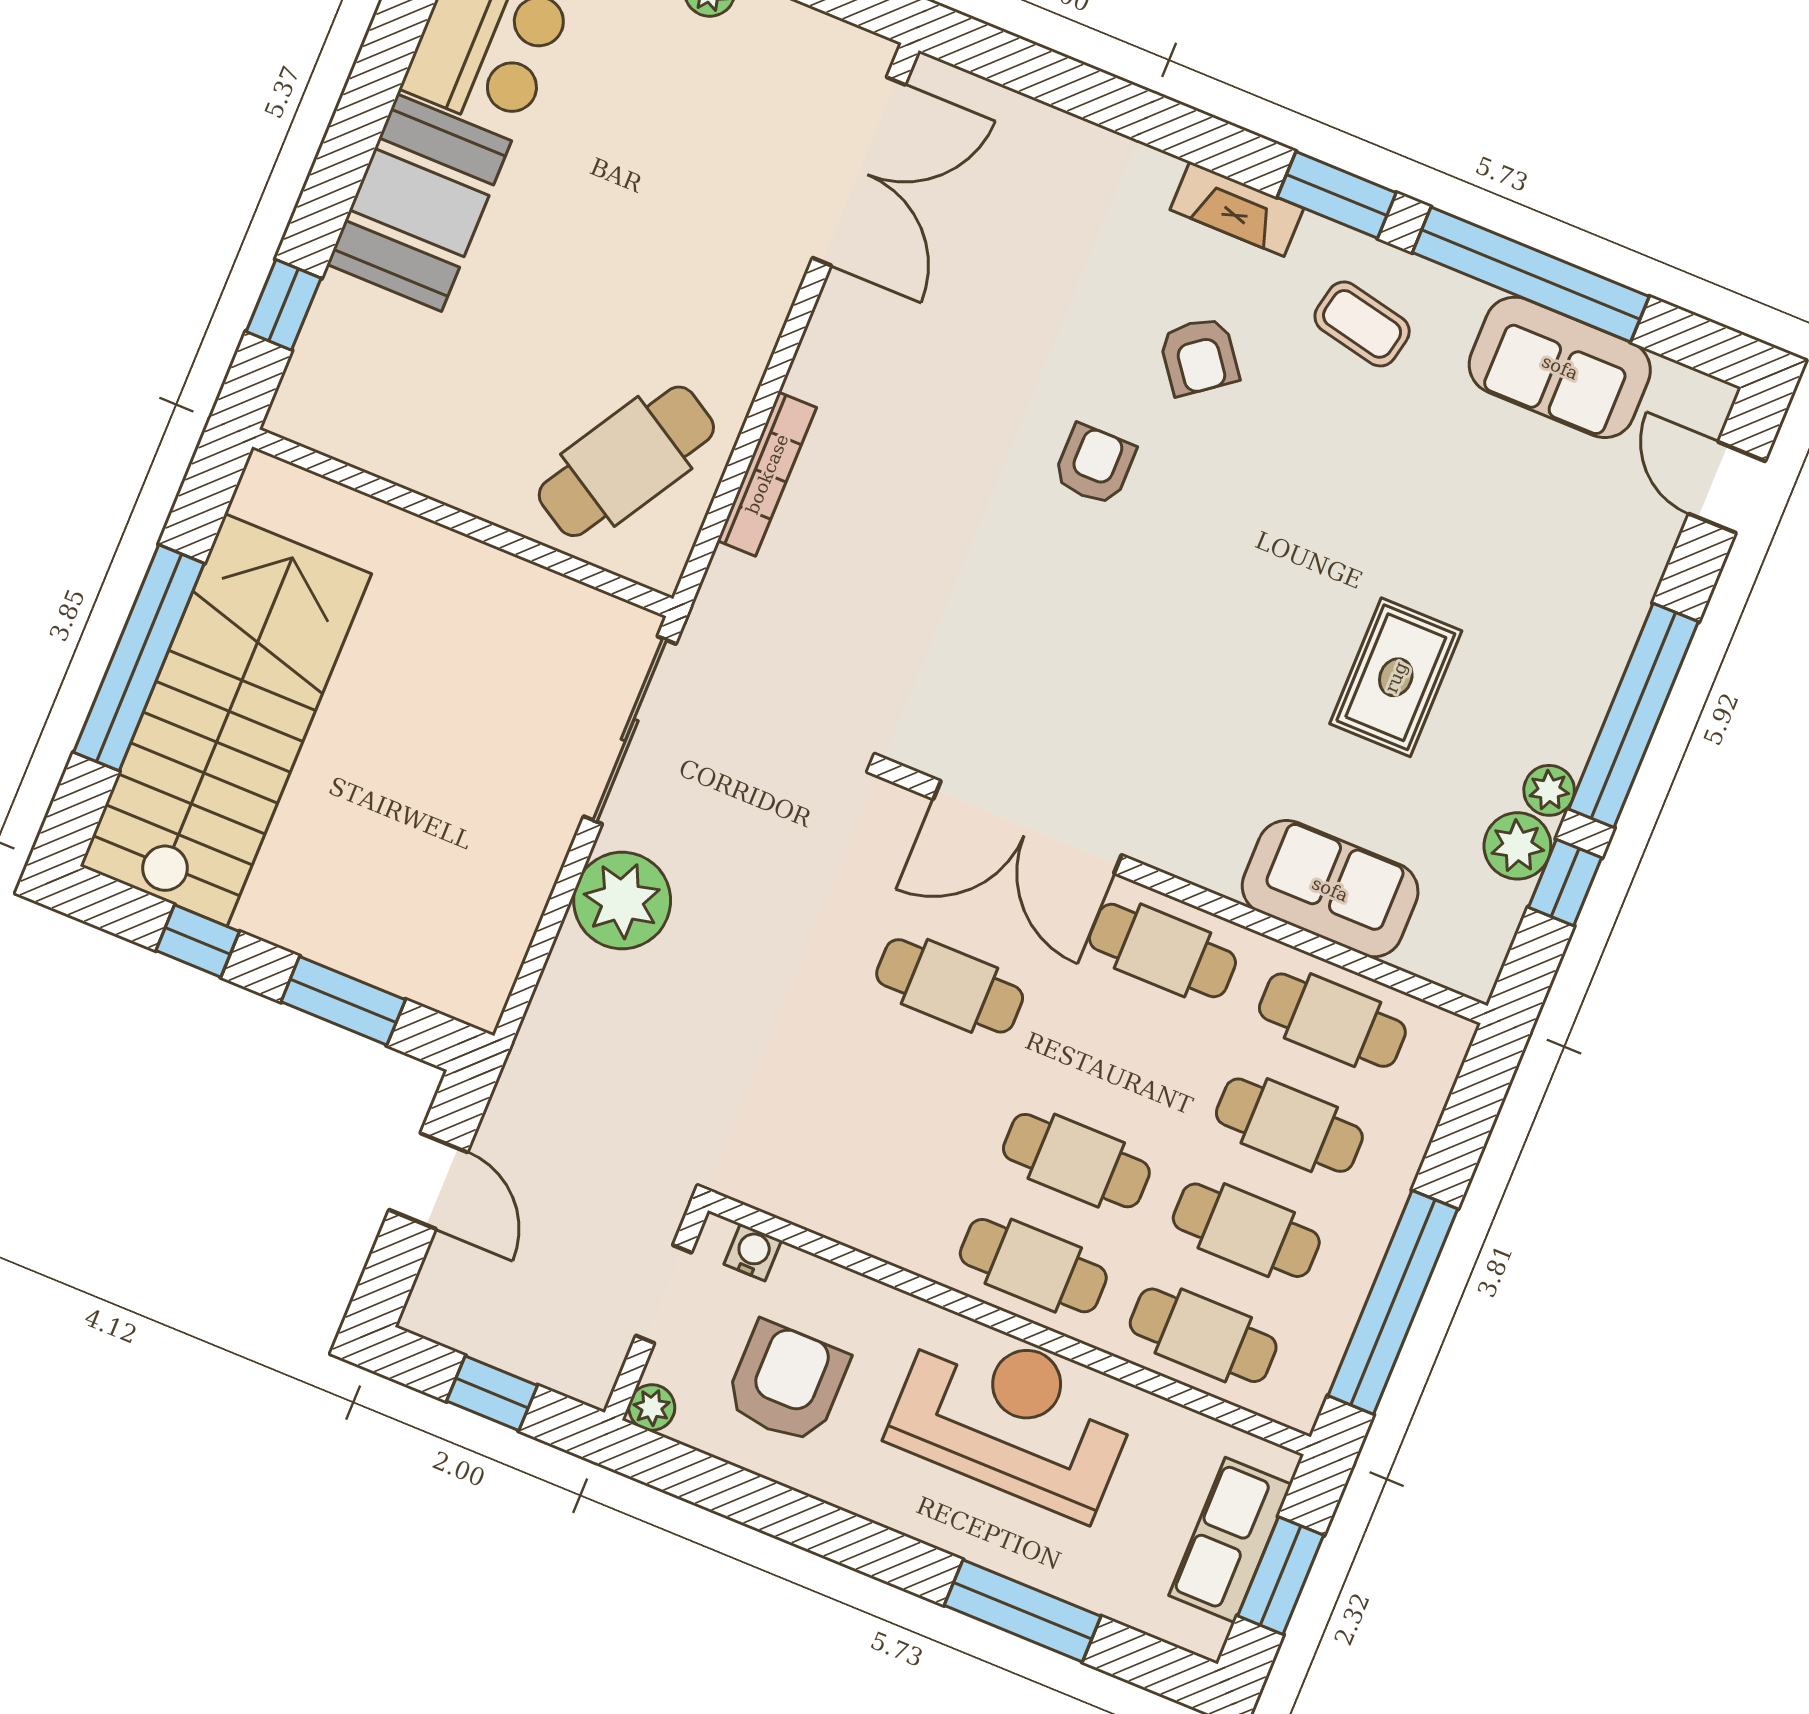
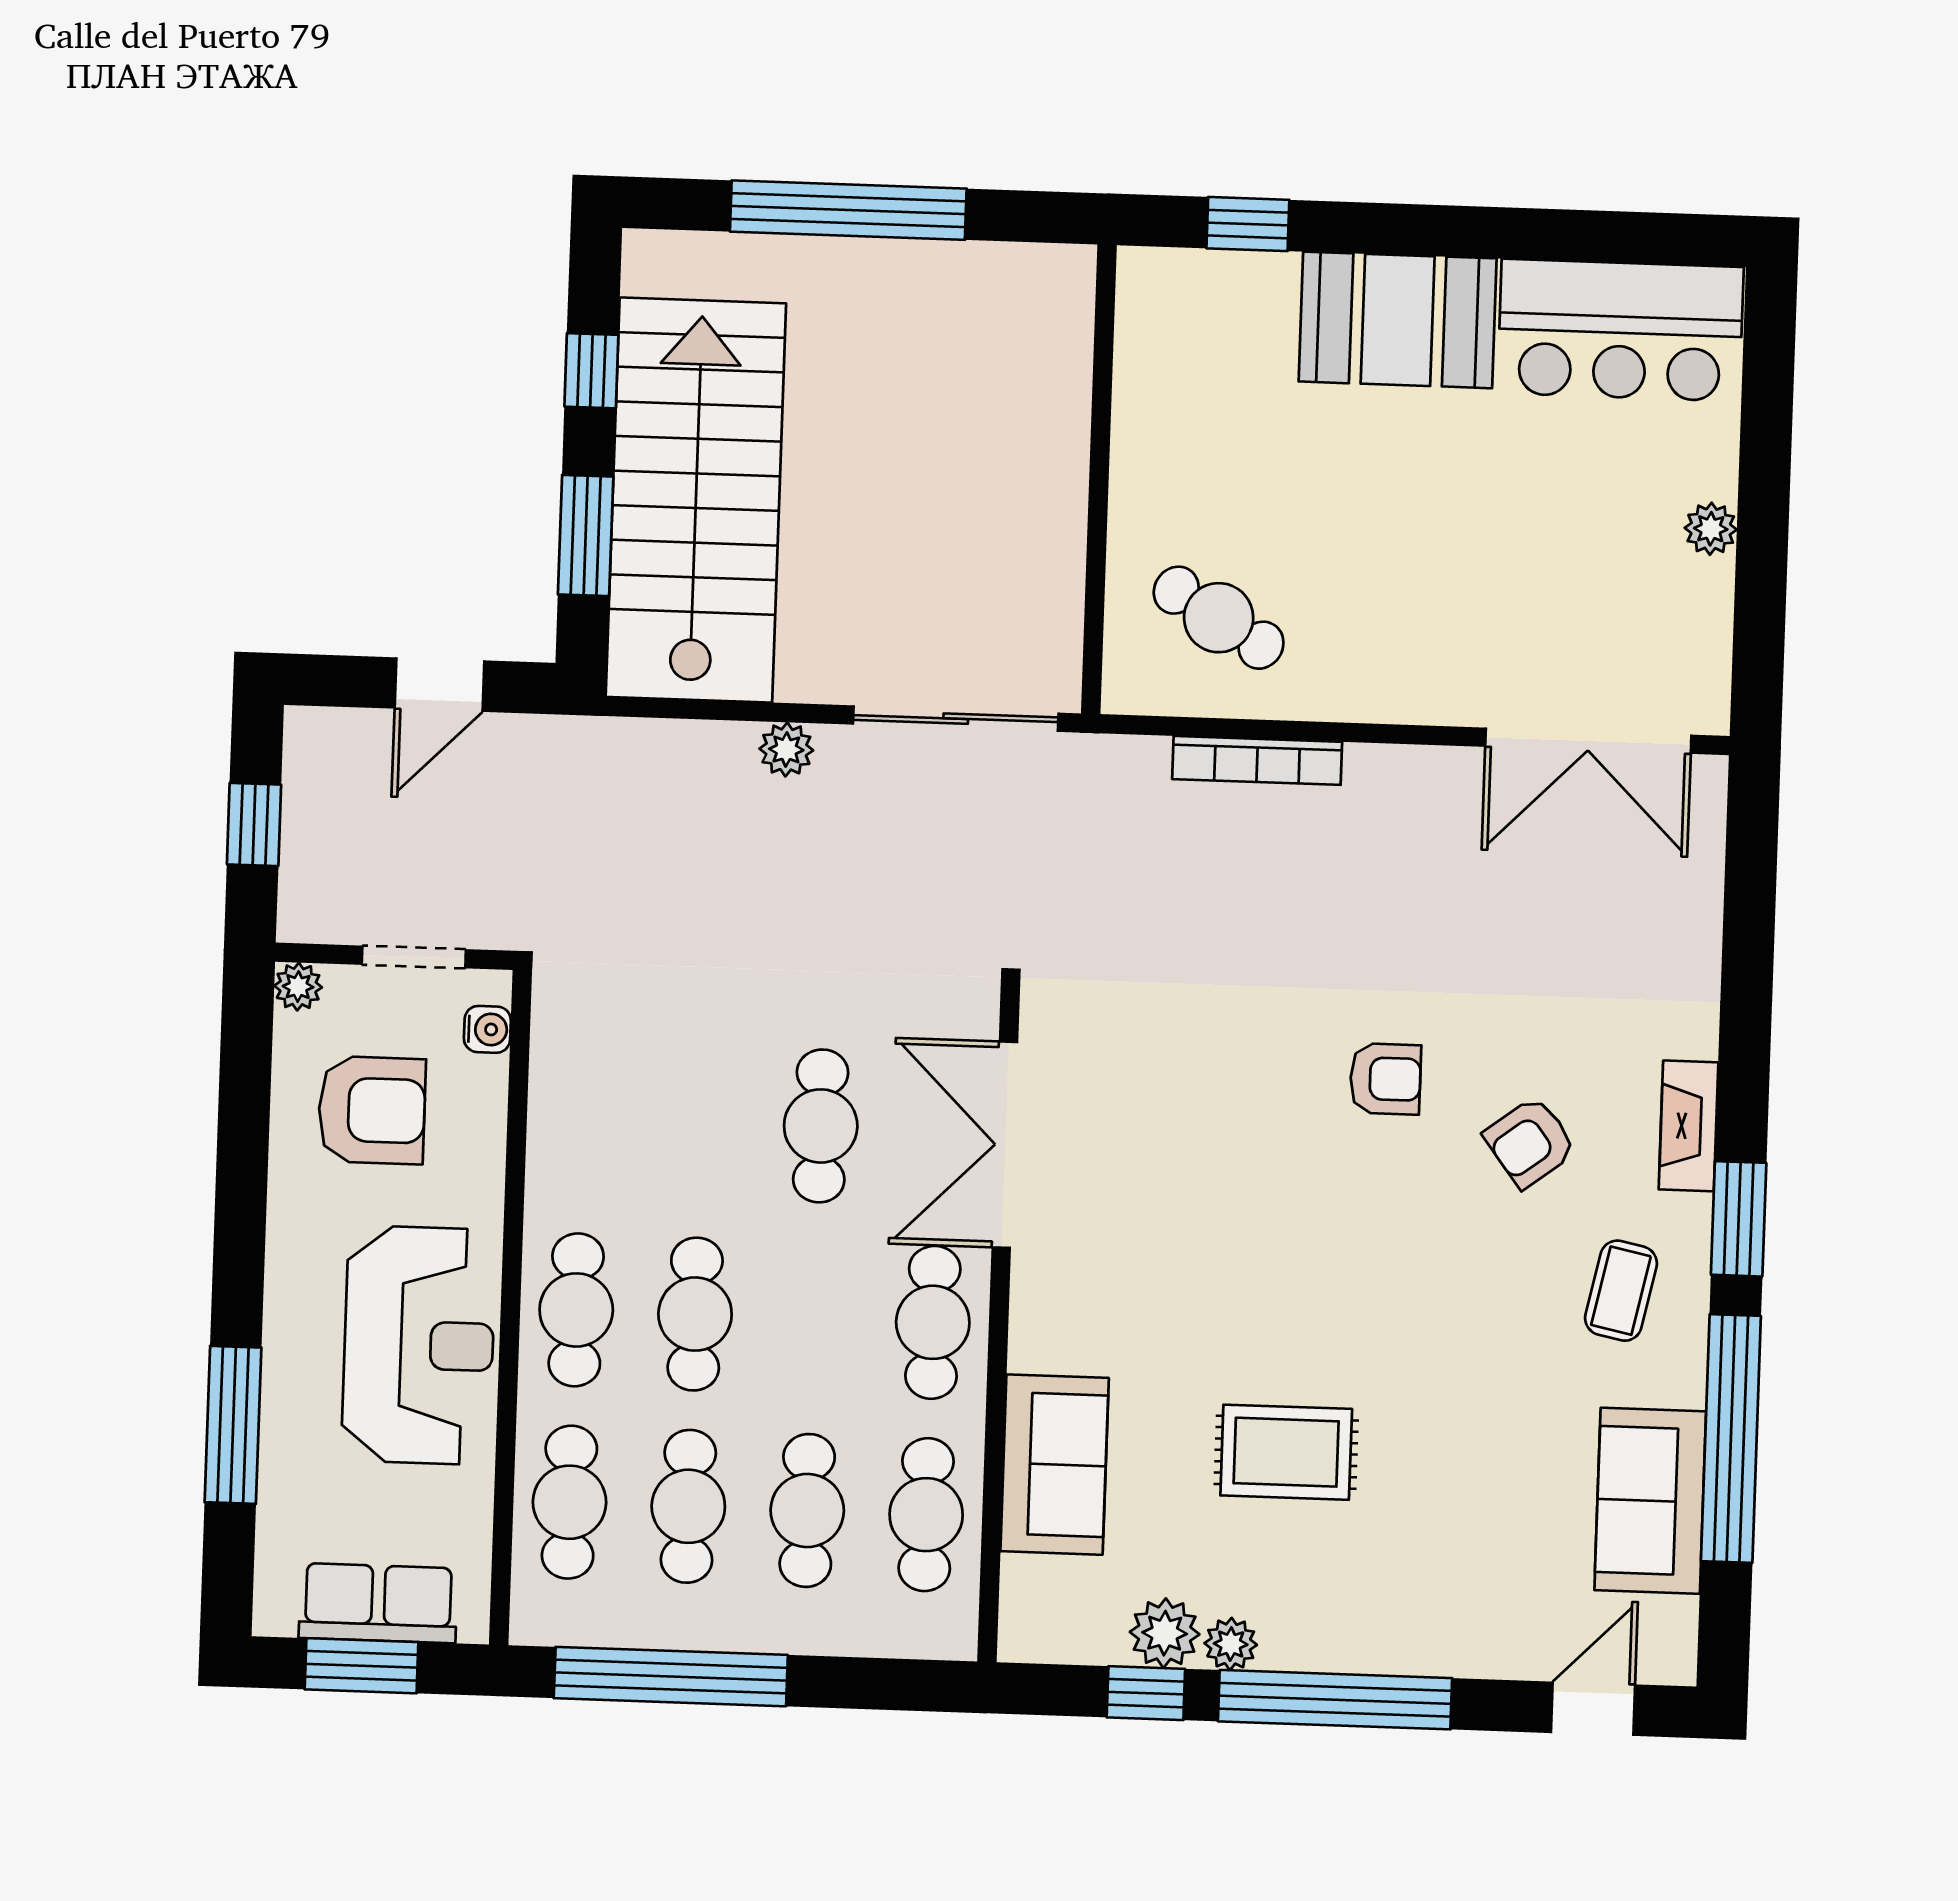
cafe table: (626, 461) -> (1219, 618), width x0.73, depth x0.74
stairs: (226, 720) -> (696, 500), moved, turned -90
plant: (622, 901) -> (786, 749), width x0.53, depth x0.53

